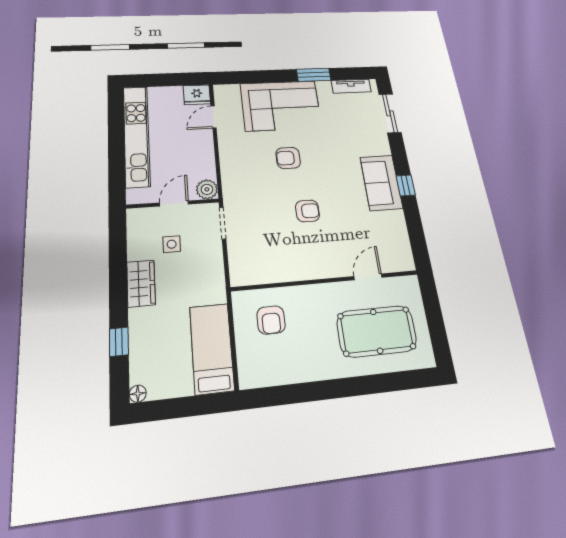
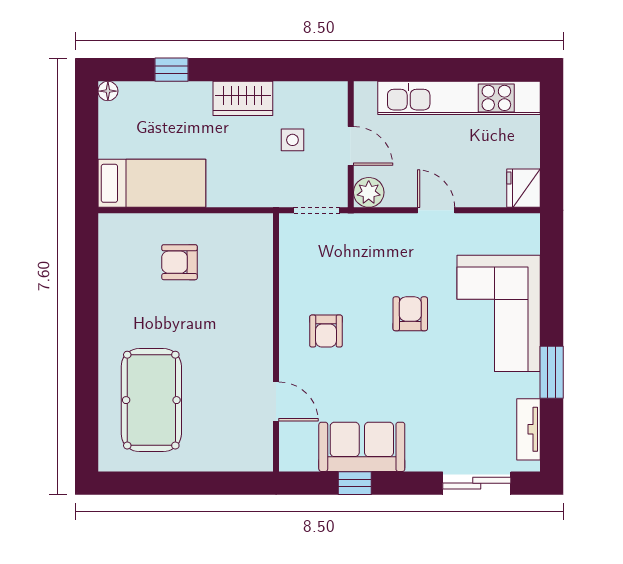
door: (214, 117) -> (436, 210), moved
door: (368, 277) -> (276, 401), moved
wall: (326, 281) -> (276, 342), moved

